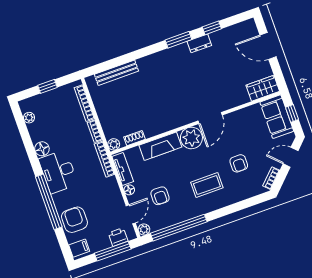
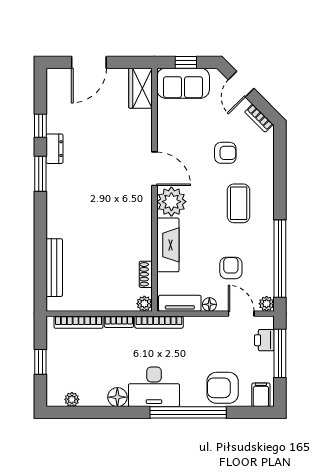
armchair: (160, 196) -> (231, 268), turned -90

